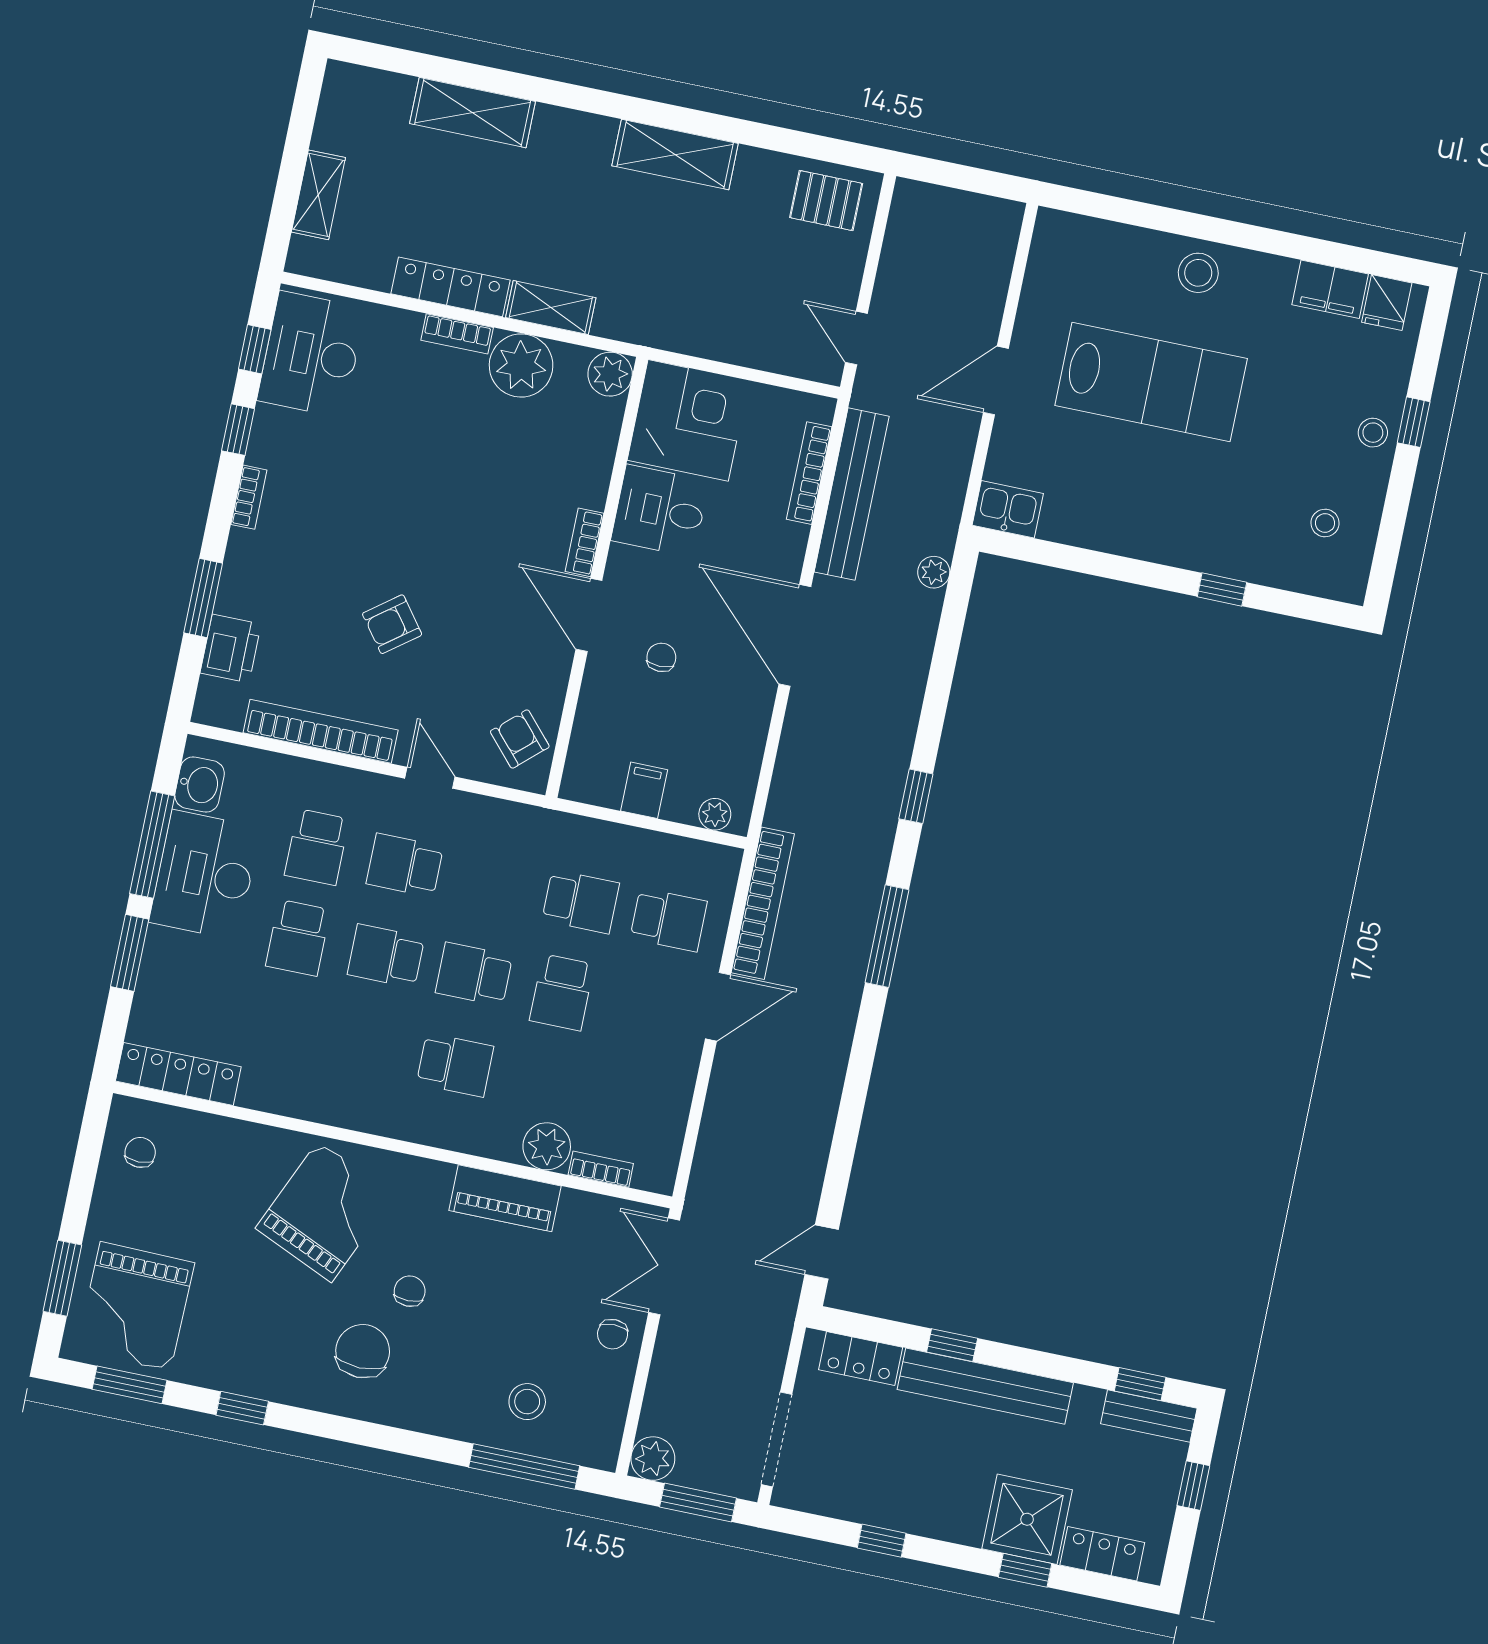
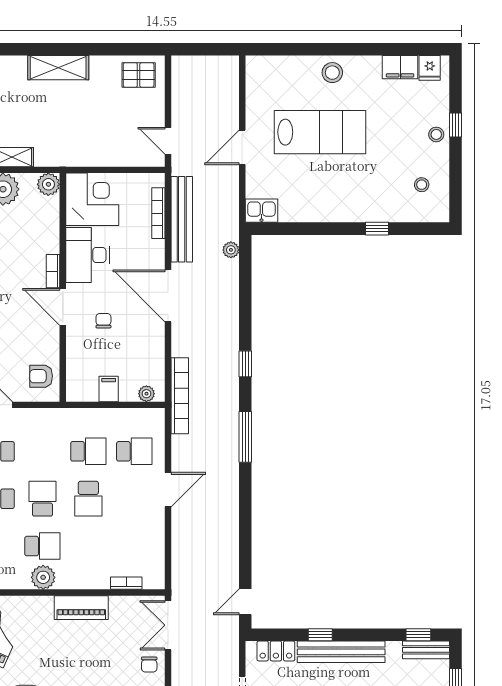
desk: (660, 511) -> (88, 255), width x1.37
armchair: (520, 739) -> (41, 376), turned -48
bookcase: (763, 903) -> (180, 396), moved
school desk: (474, 974) -> (42, 499), turned 90
plant: (547, 1146) -> (43, 577), moved
chair: (410, 1291) -> (43, 664), removed

